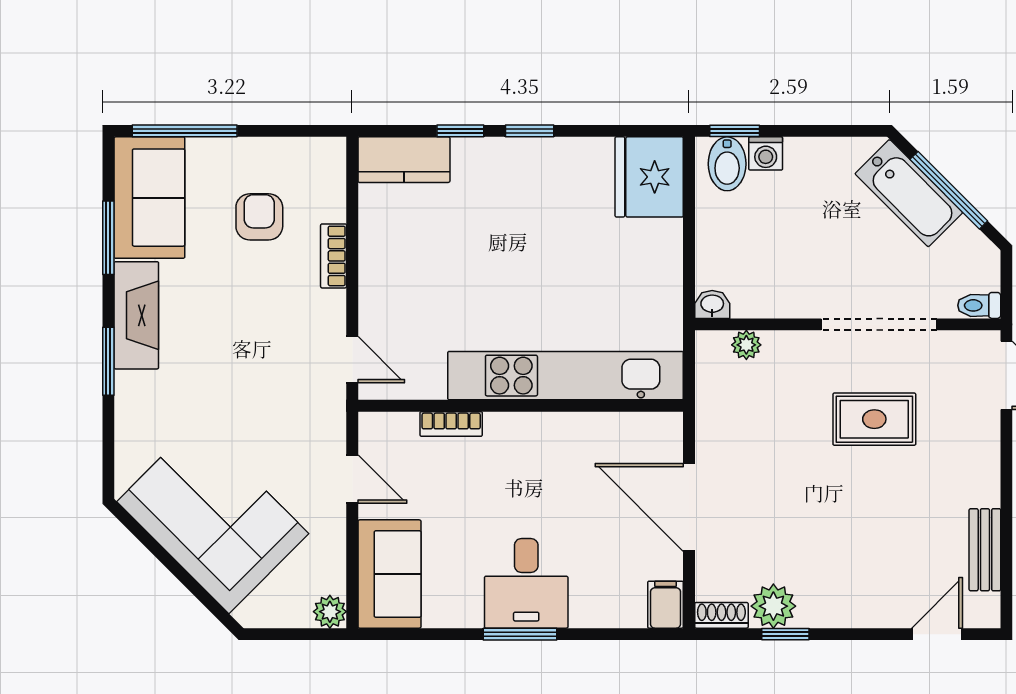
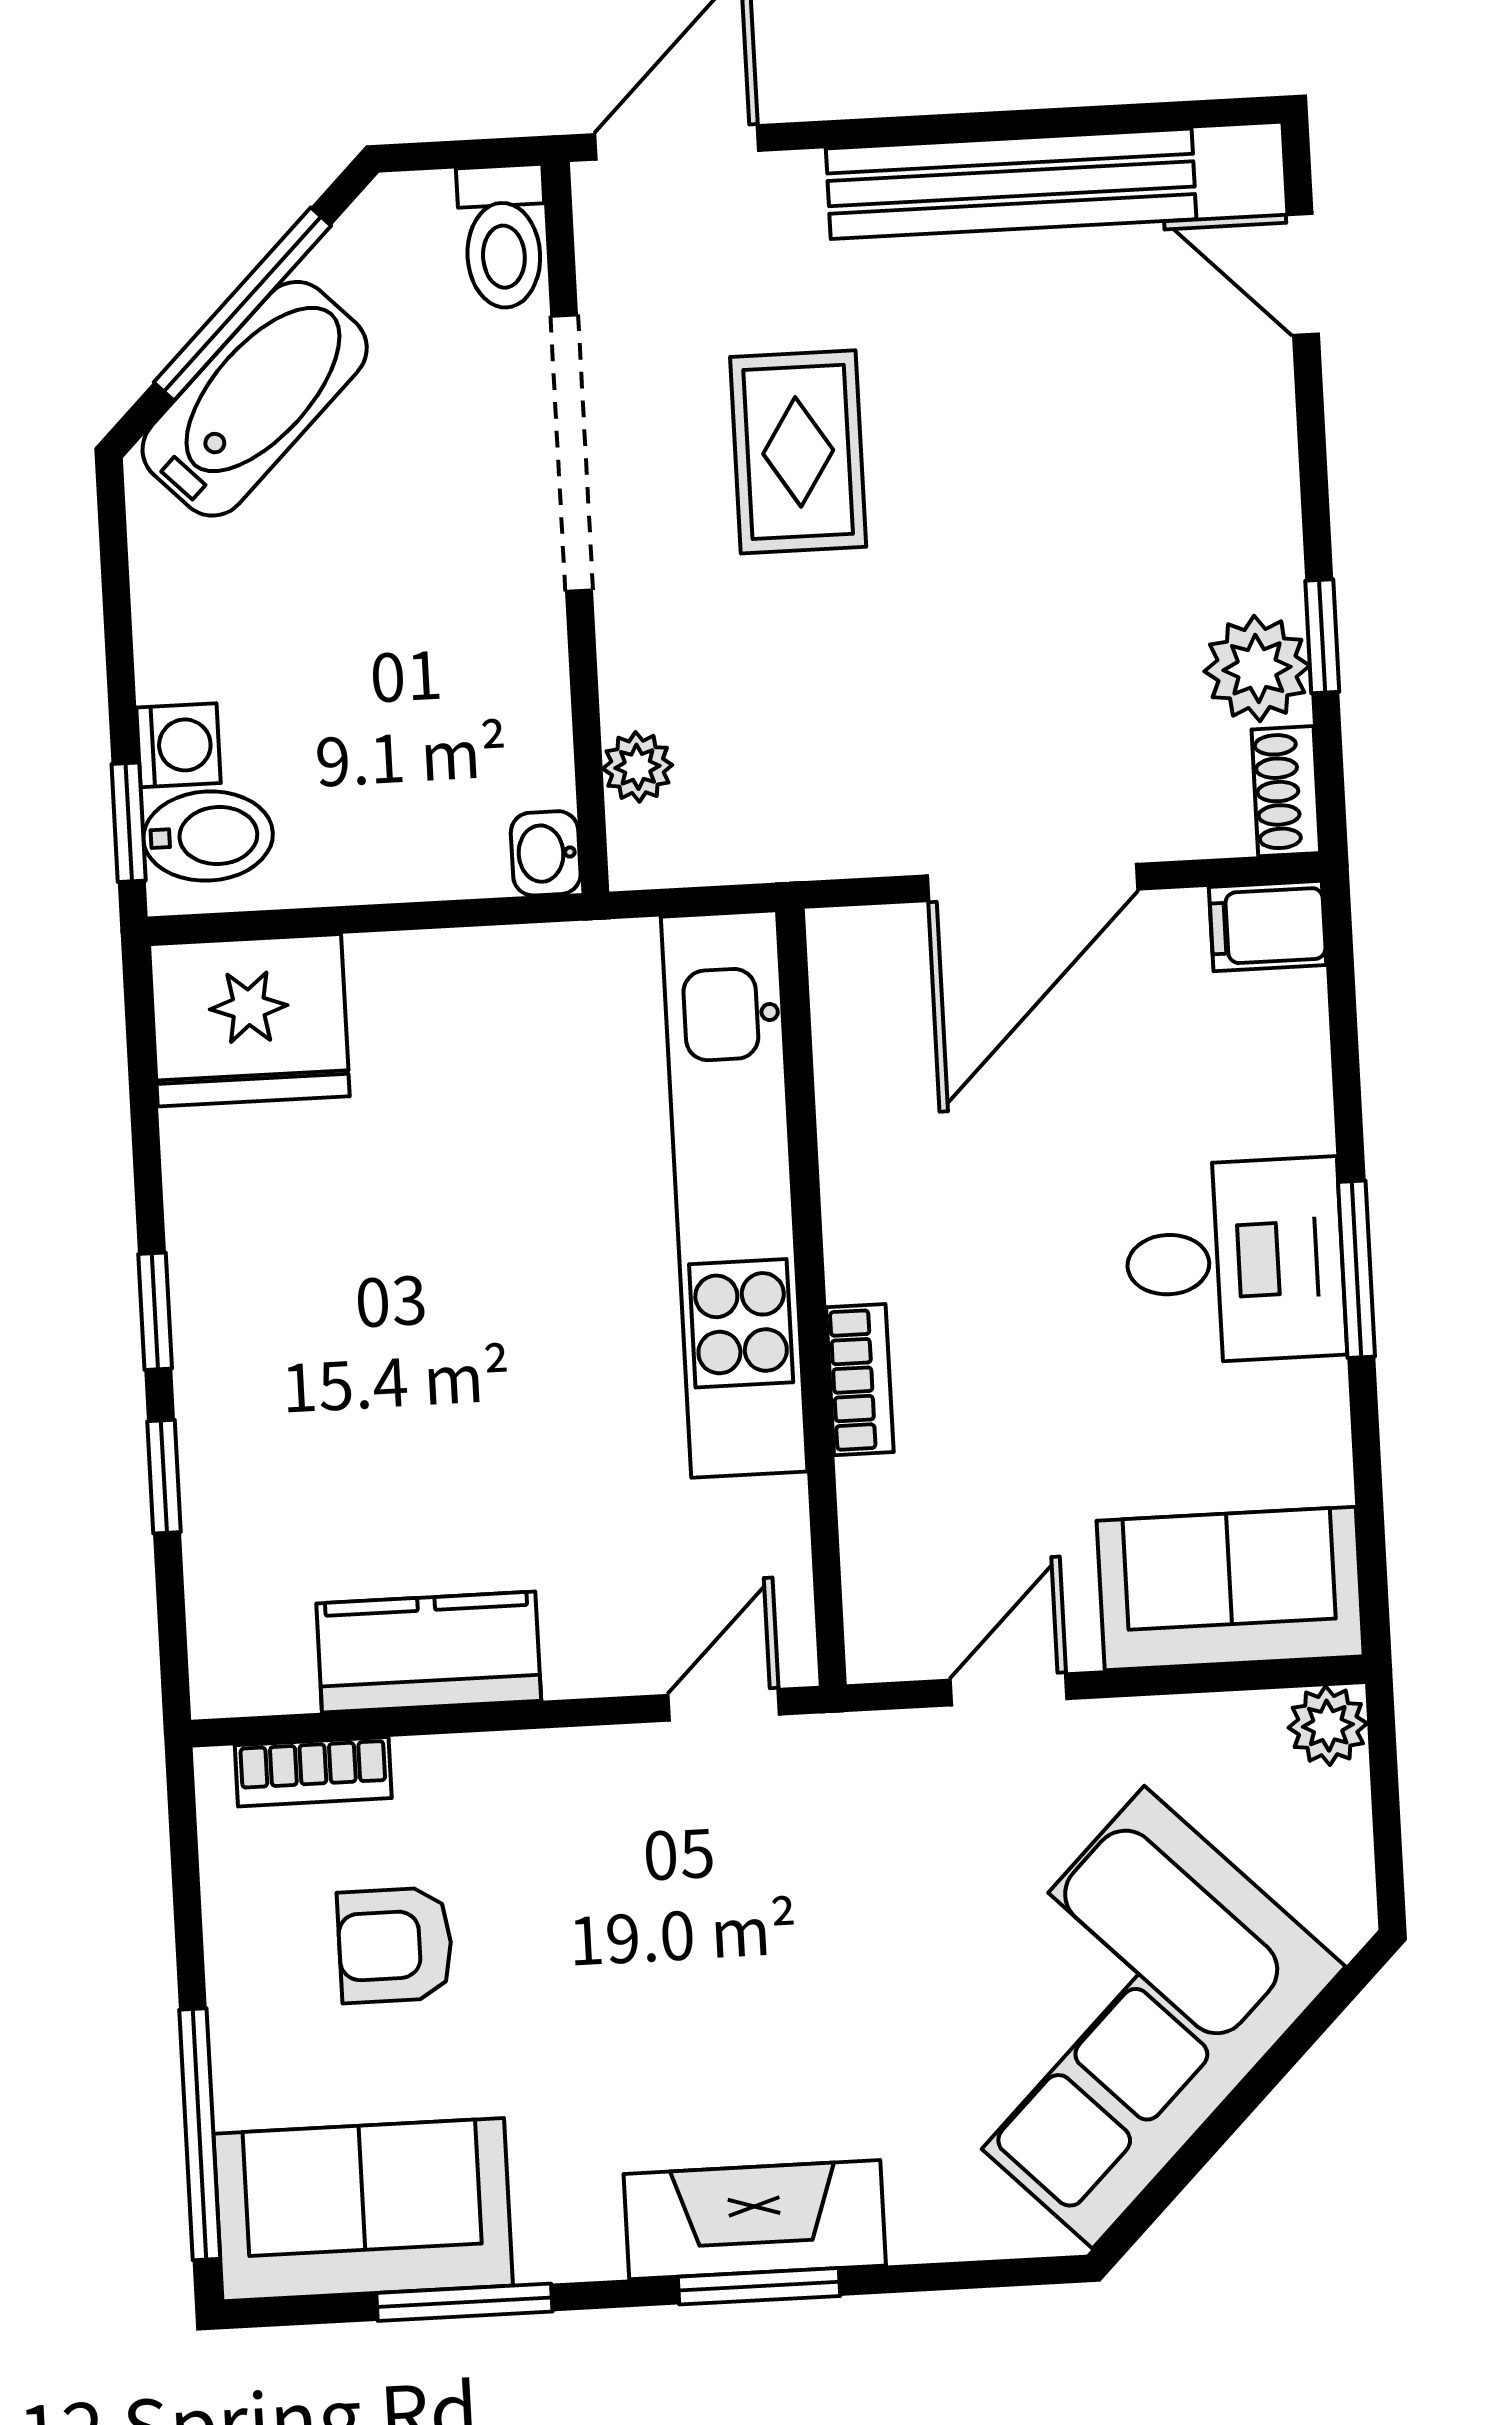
kitchen counter: (404, 160) -> (429, 1652), moved, turned -90
bookcase: (334, 256) -> (313, 1772), moved
toilet: (979, 305) -> (503, 237), width x1.37, depth x1.39
fireplace: (136, 315) -> (755, 2220), moved
bookcase: (451, 424) -> (860, 1380), moved
bench: (985, 550) -> (1011, 184), width x1.86, depth x1.21

